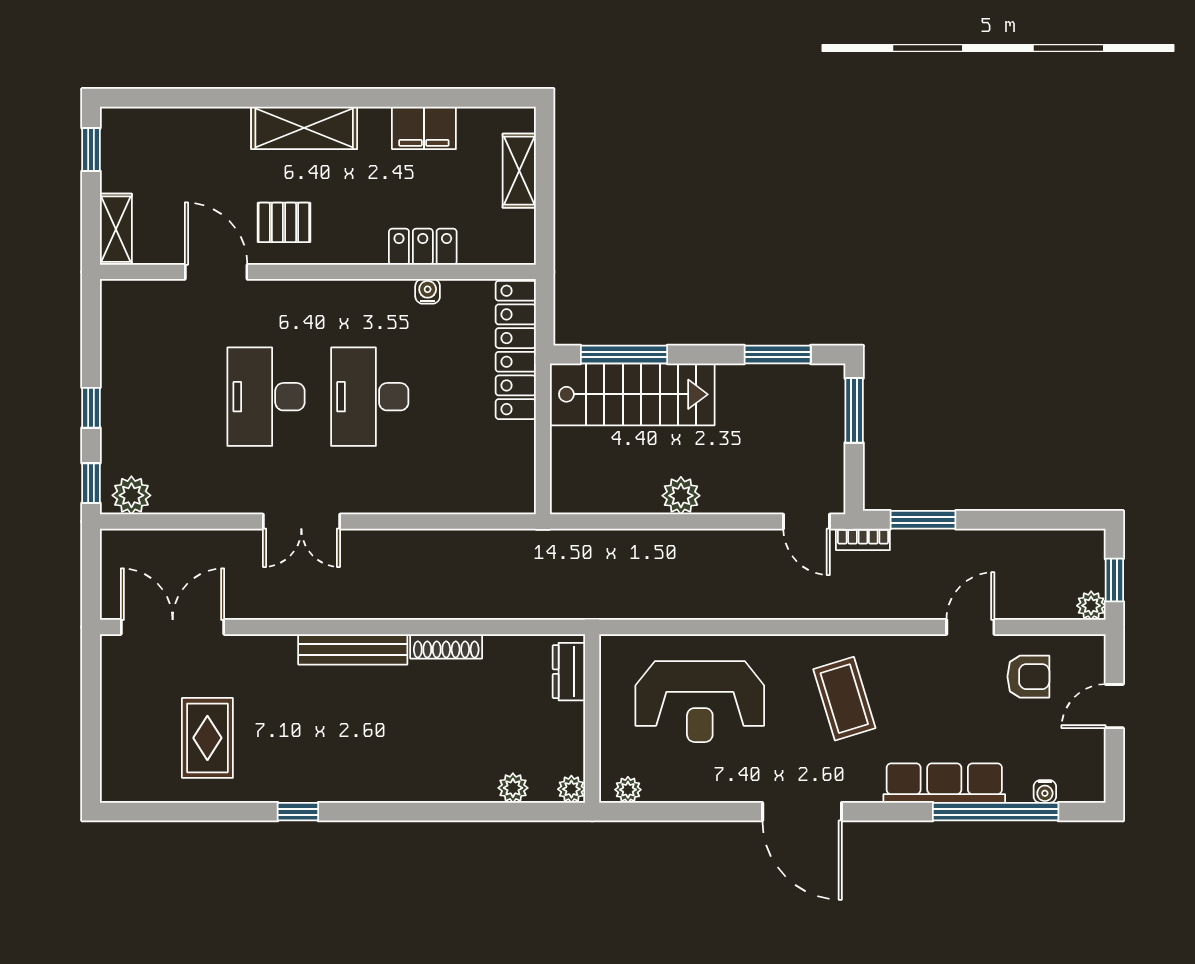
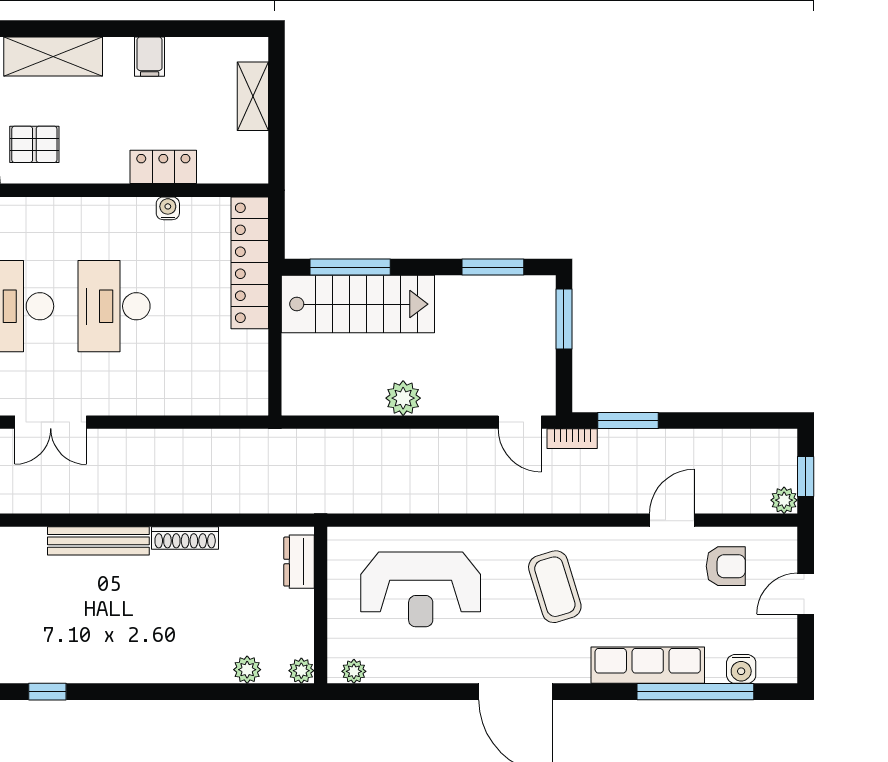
filing cabinet: (424, 128) -> (150, 57), width x0.50
water cooler: (1045, 791) -> (741, 669), width x1.38, depth x1.38

